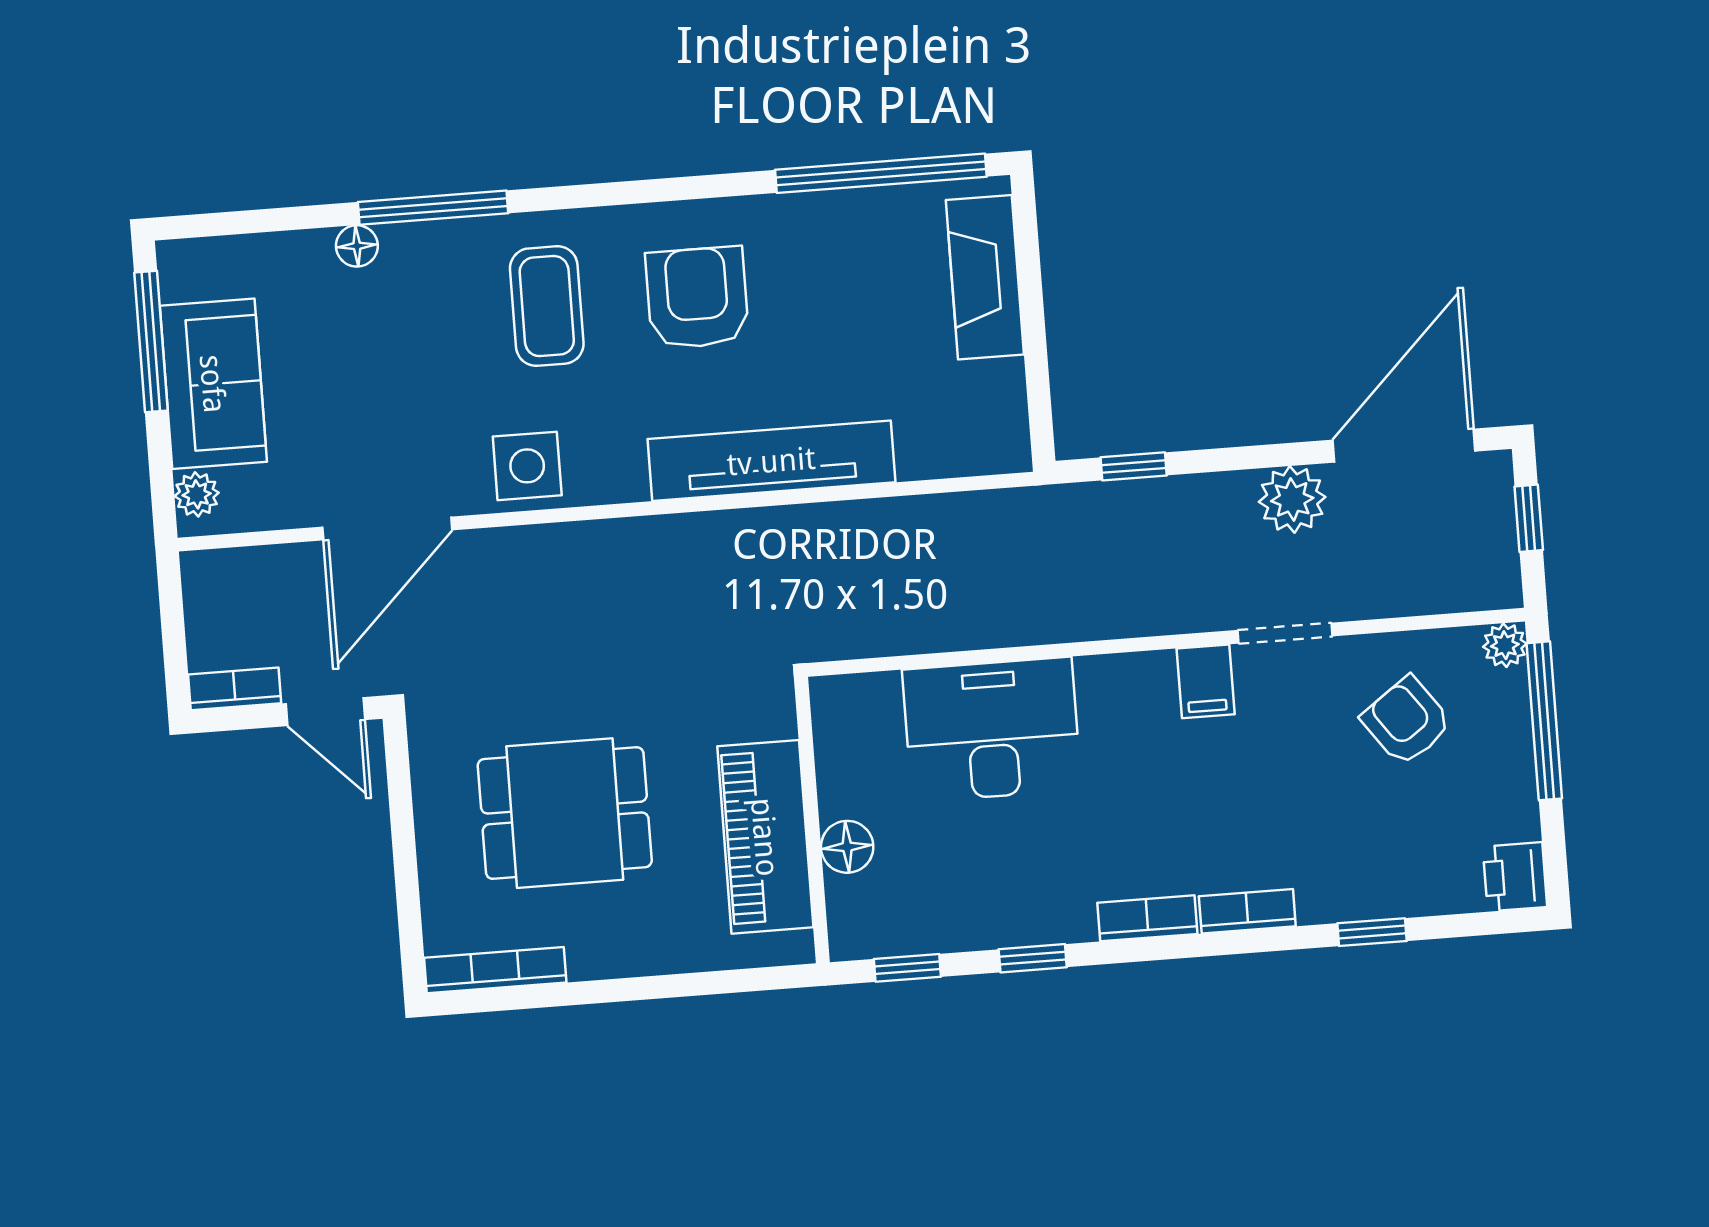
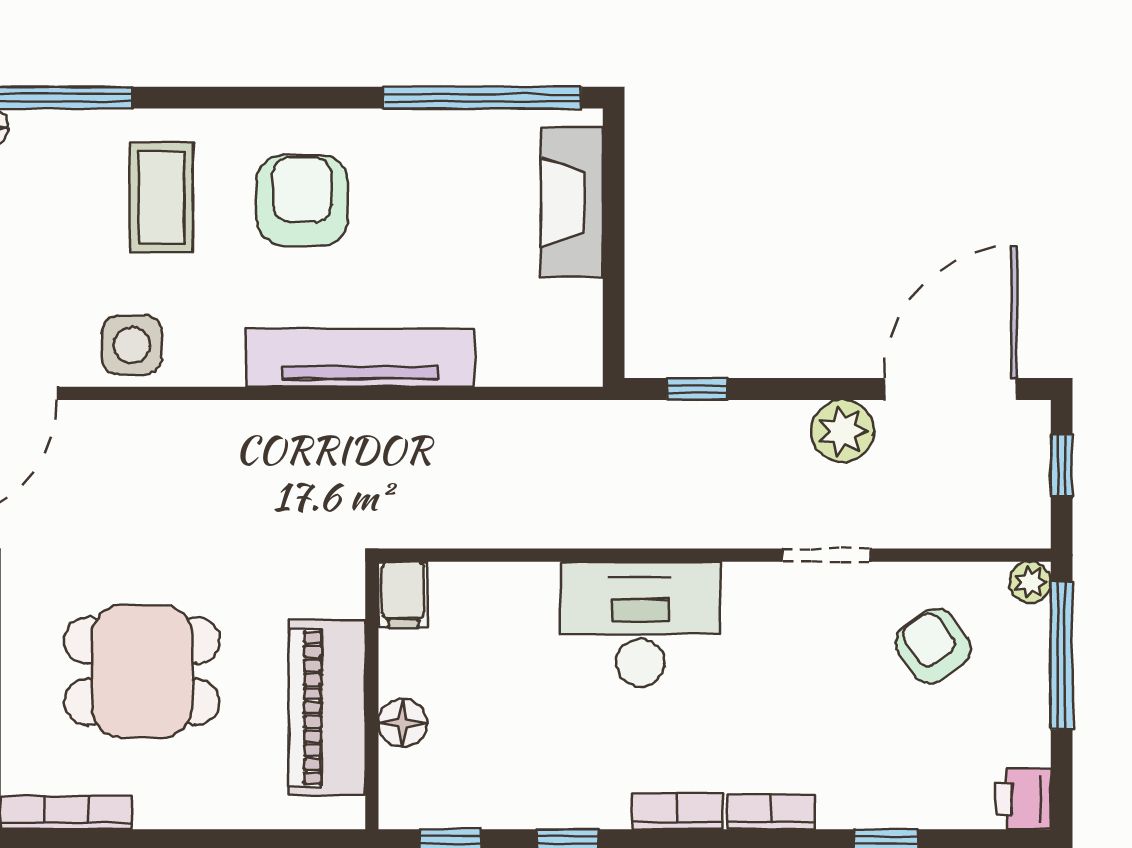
filing cabinet: (1206, 681) -> (403, 595), moved
desk: (992, 730) -> (640, 624), moved

